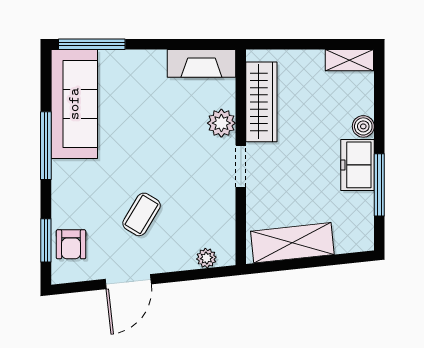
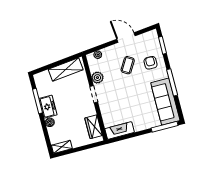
wardrobe: (261, 102) -> (94, 127), width x0.67
plant: (221, 123) -> (97, 78), moved
armchair: (71, 244) -> (151, 63), moved
door: (128, 282) -> (126, 37), hinge flipped

